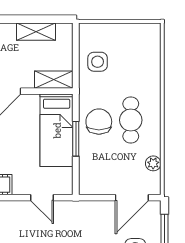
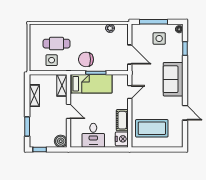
cafe table: (131, 120) -> (56, 44), moved
door: (132, 198) -> (130, 54), moved

